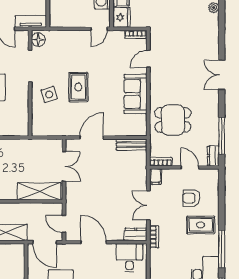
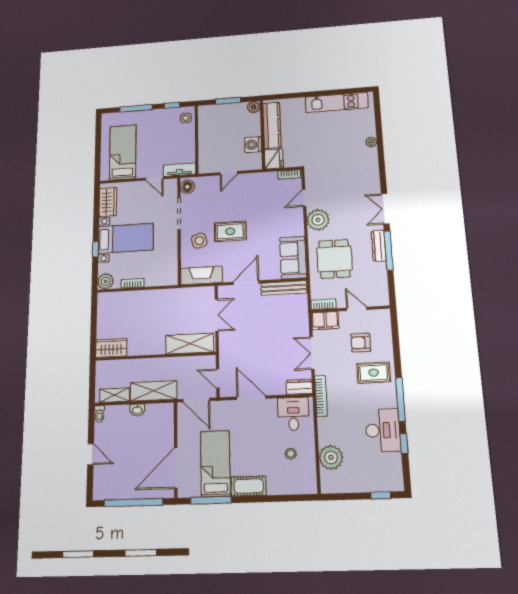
door: (99, 29) -> (229, 173), moved
plant: (160, 81) -> (318, 220), added
rug: (78, 87) -> (230, 231), turned 90
sofa: (135, 94) -> (293, 258), moved
dining table: (173, 120) -> (334, 259), turned 90
fireplace: (51, 128) -> (201, 275), added
window: (222, 136) -> (389, 251), moved
bench: (131, 145) -> (284, 288), width x1.36
dresser: (213, 156) -> (379, 246), moved, width x1.44
filing cabinet: (156, 177) -> (325, 321), width x2.00
bookcase: (154, 237) -> (321, 396), width x1.56

